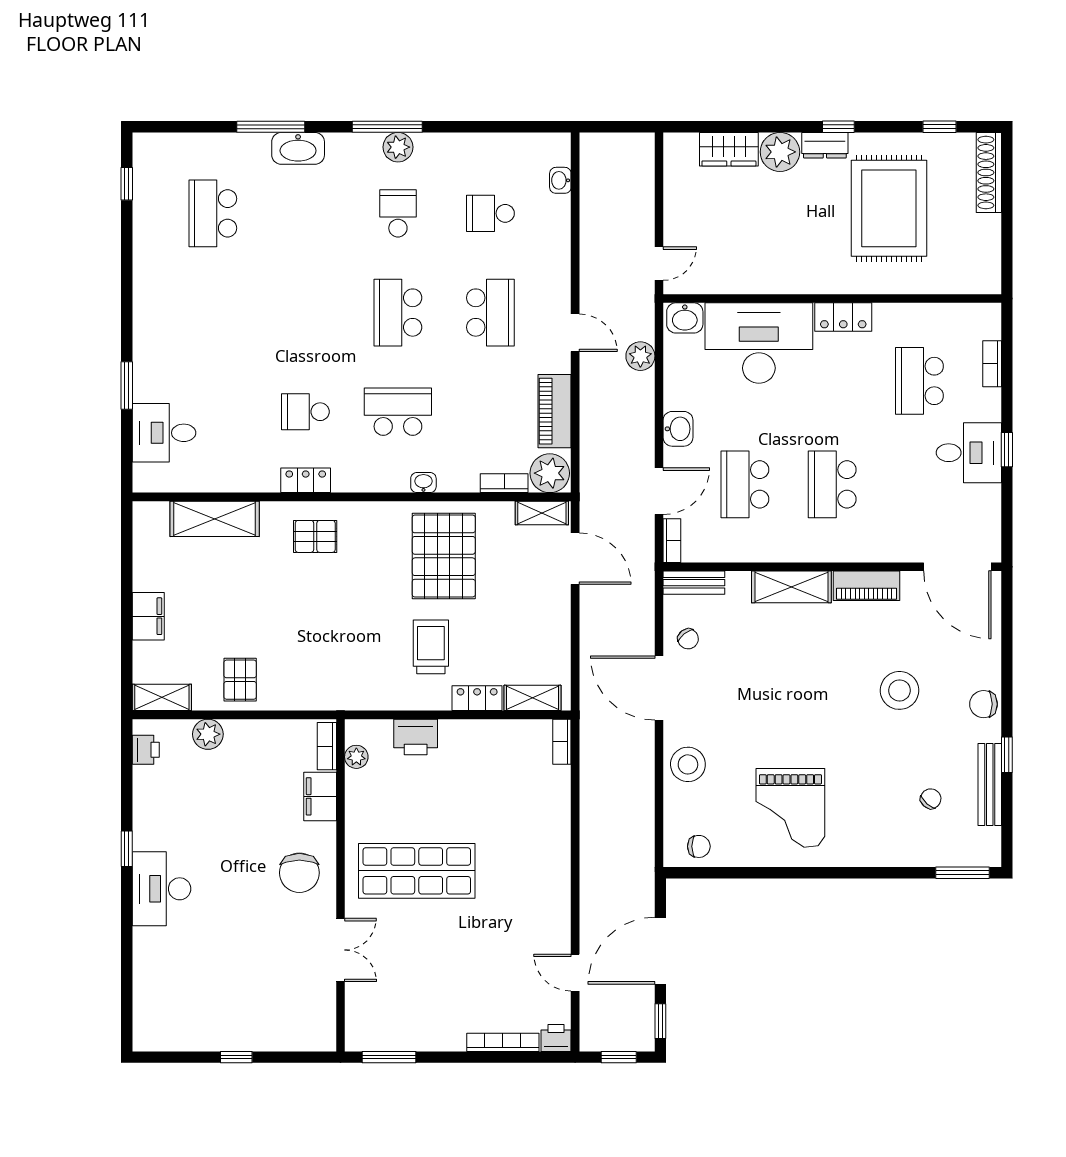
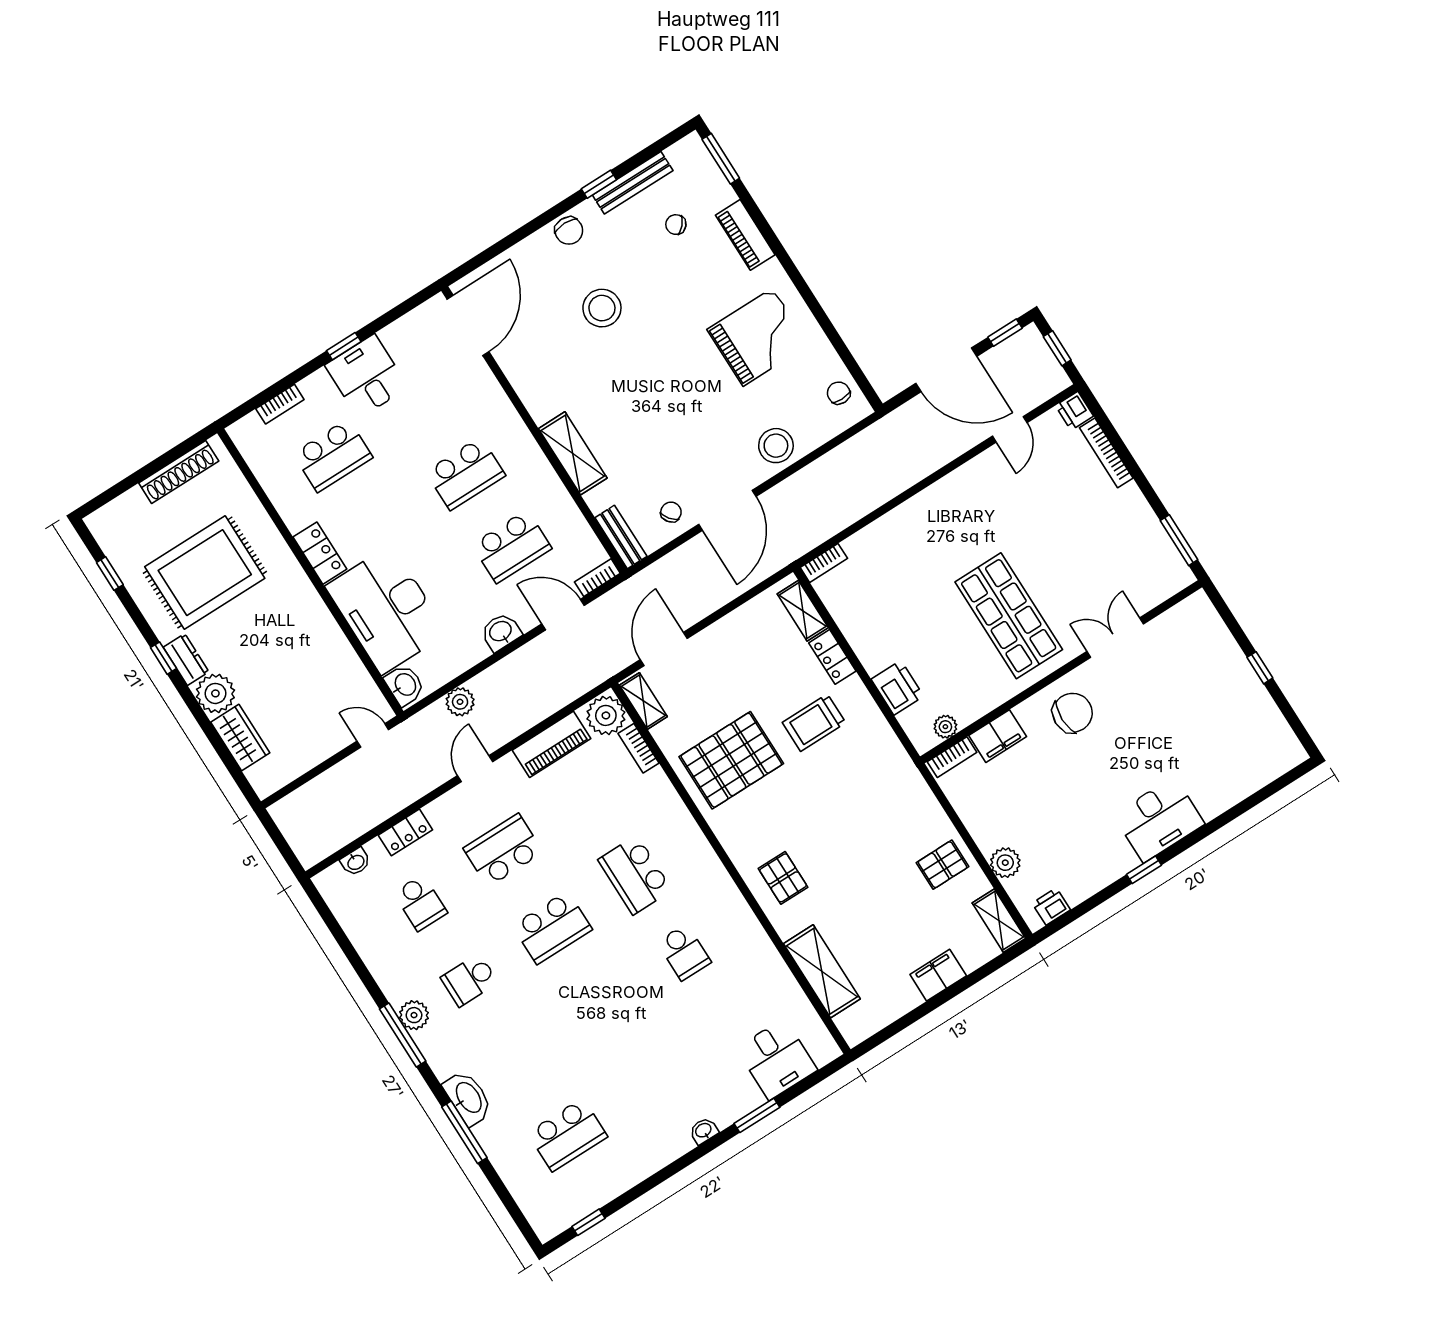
shoe rack: (989, 173) -> (179, 472), moved
locker: (306, 480) -> (405, 832), moved, turned -90
washbasin: (423, 483) -> (704, 1131), moved, turned 90
piano: (867, 586) -> (745, 235), moved, turned 180

